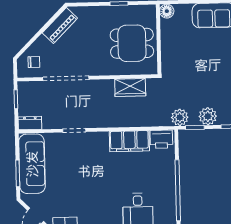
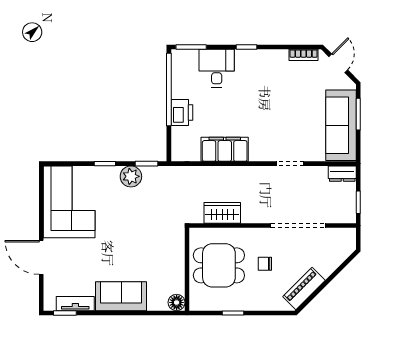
chair: (34, 62) -> (265, 264), moved
plant: (180, 117) -> (164, 176), removed
printer: (161, 139) -> (182, 113), moved, turned 90

